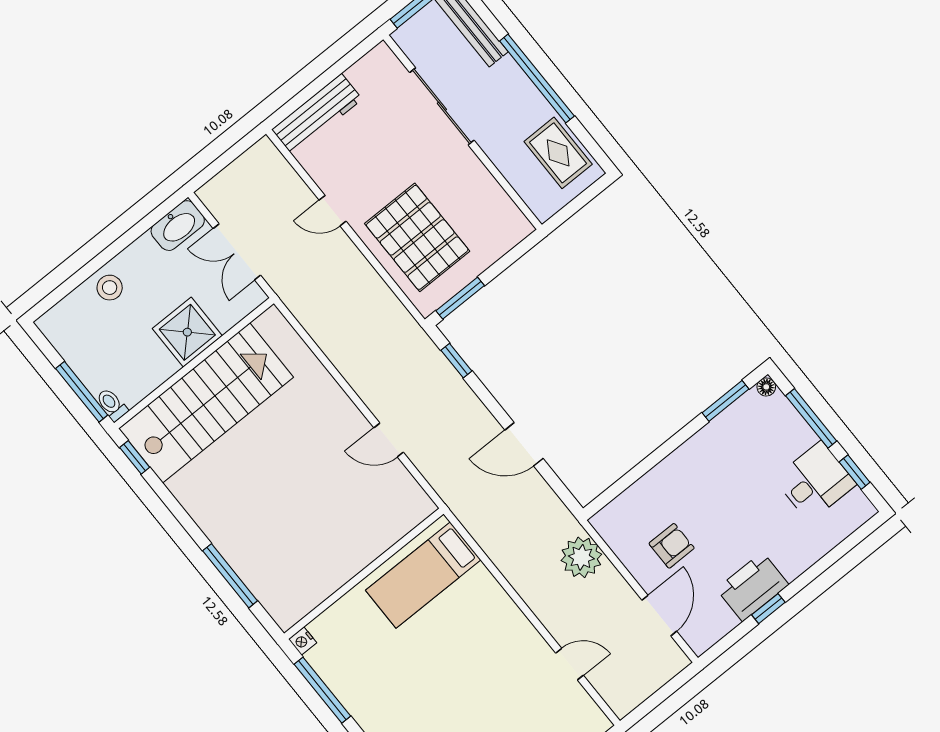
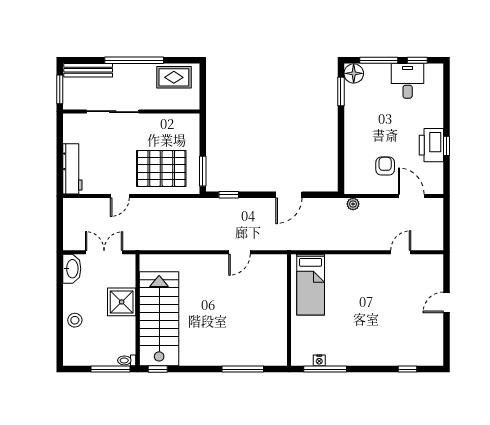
double door: (237, 252) -> (104, 252), swing flipped
floor lamp: (766, 387) -> (354, 73), width x1.89, depth x1.89
plant: (581, 557) -> (353, 204), width x0.53, depth x0.53
nightstand: (303, 641) -> (319, 360), moved

